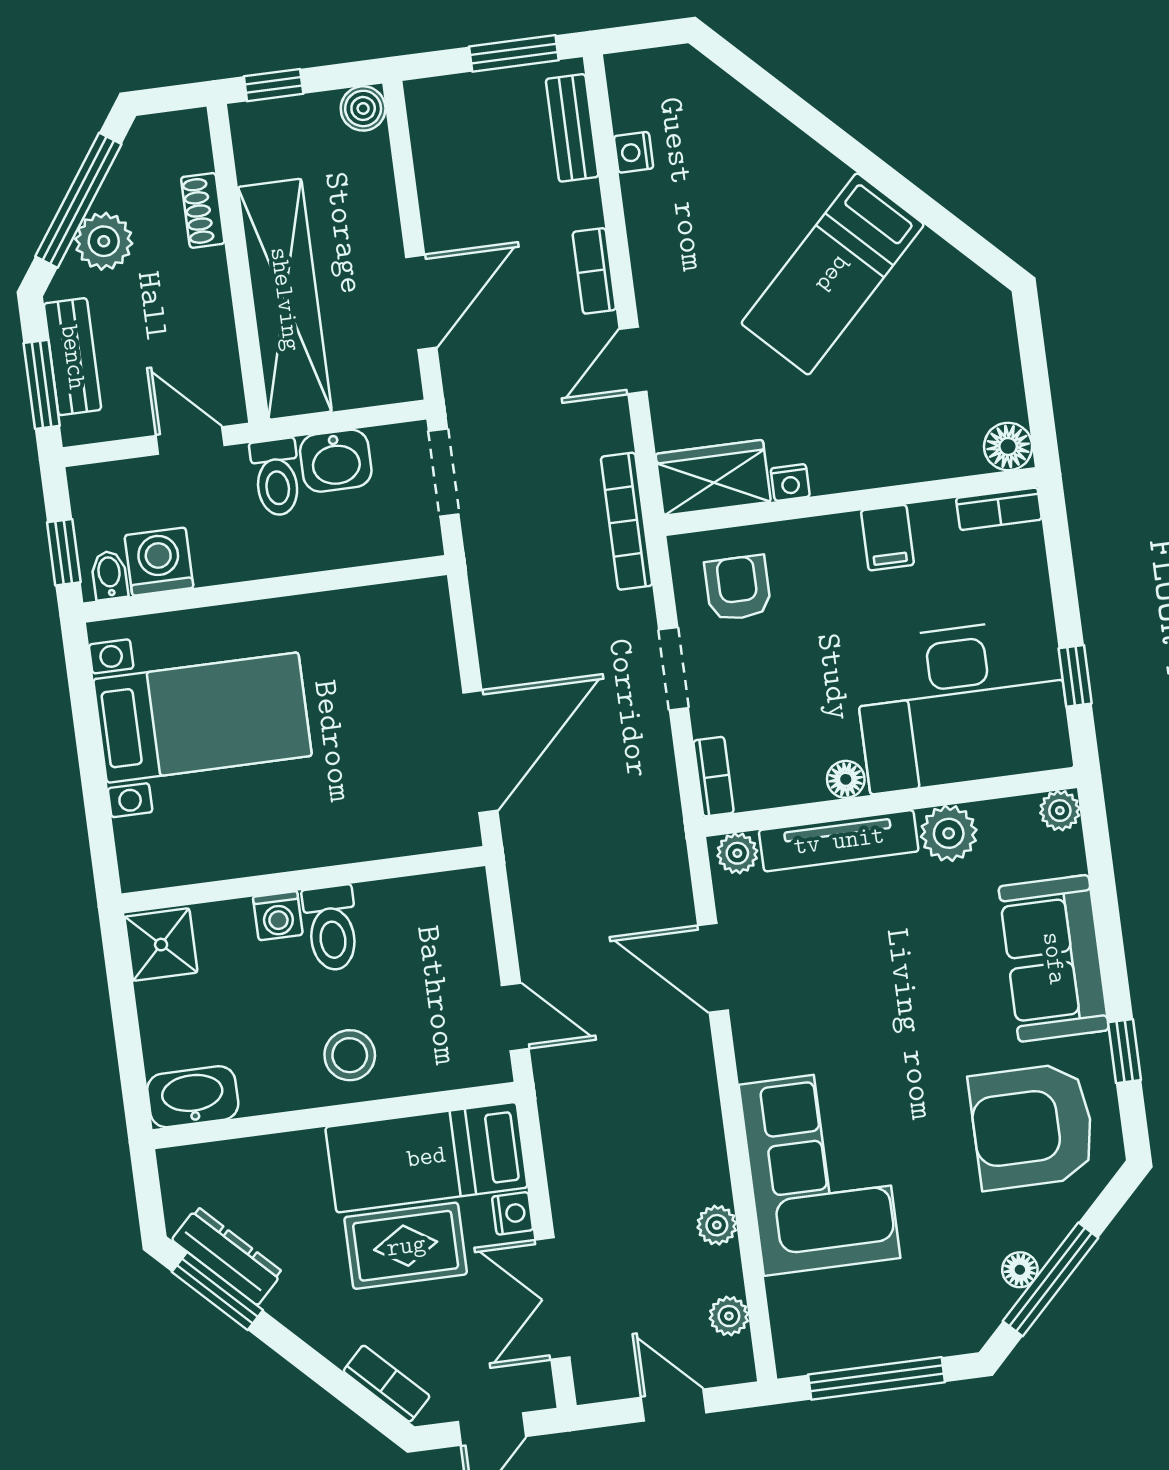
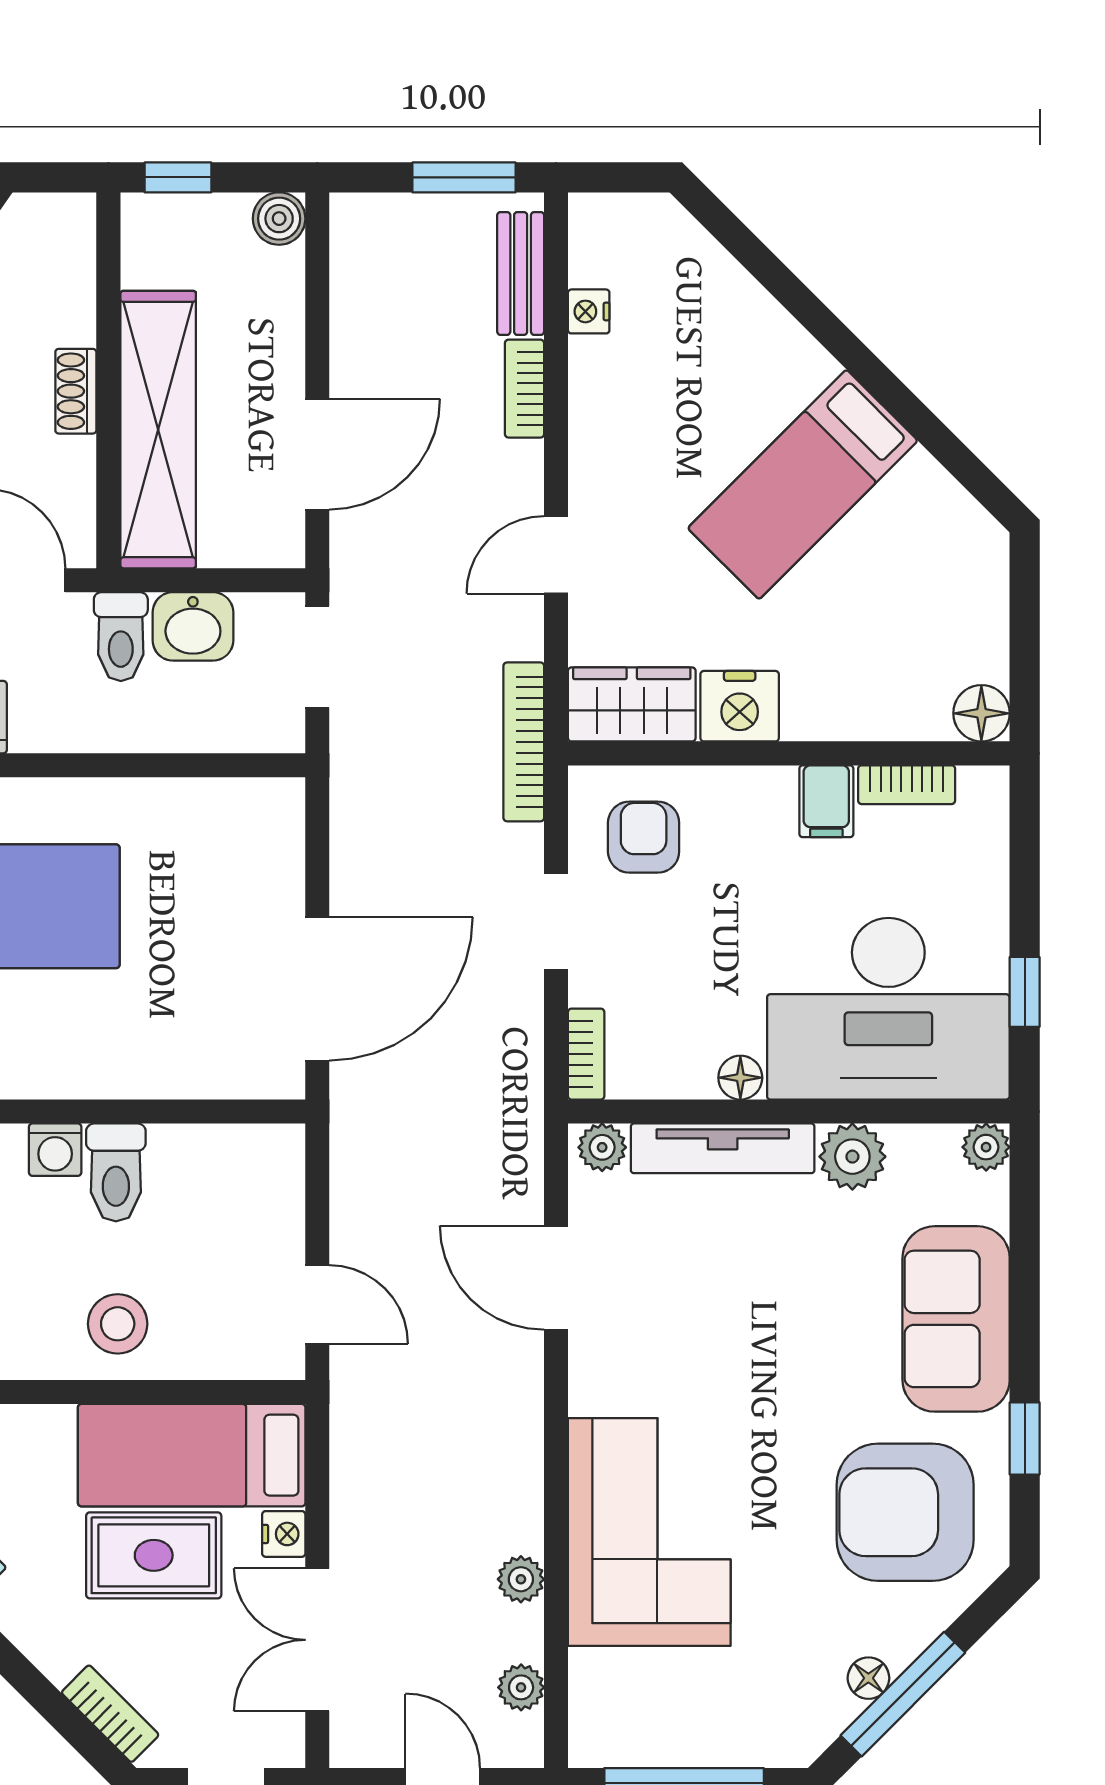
shoe rack: (203, 210) -> (76, 391), moved
bookcase: (594, 271) -> (525, 389), moved
nightstand: (790, 482) -> (740, 706), width x1.89, depth x1.79
bookcase: (999, 509) -> (907, 785), moved

